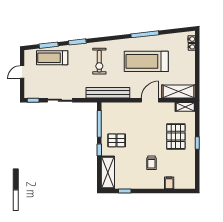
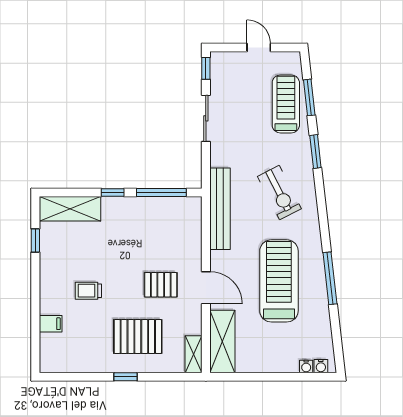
exercise bike: (99, 61) -> (279, 193), turned -117
pallet: (117, 140) -> (161, 285), moved, turned 90

